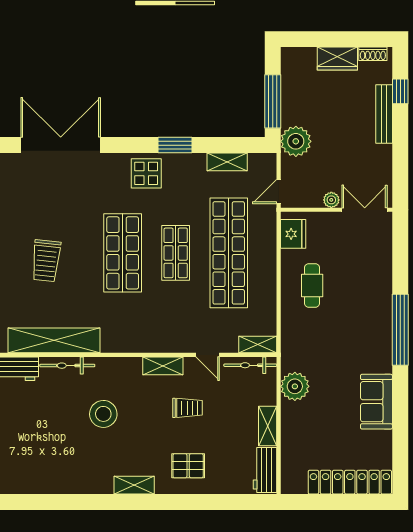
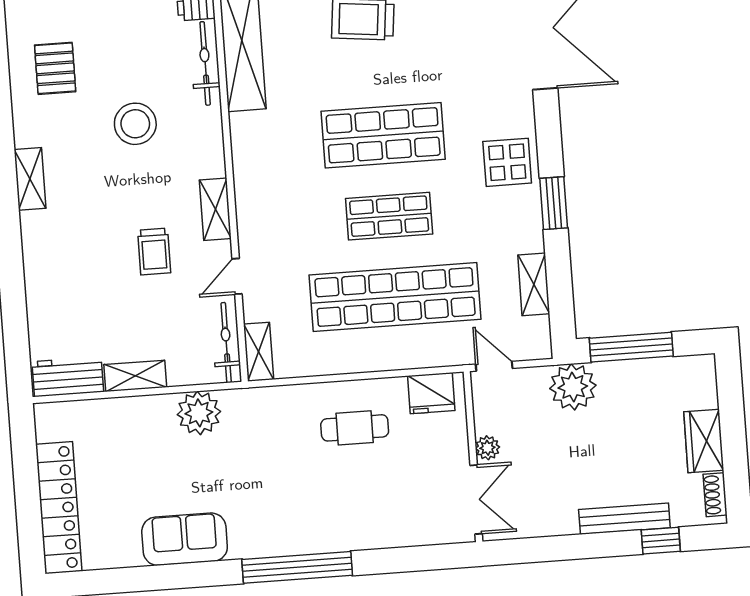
pallet: (188, 466) -> (55, 68), moved

